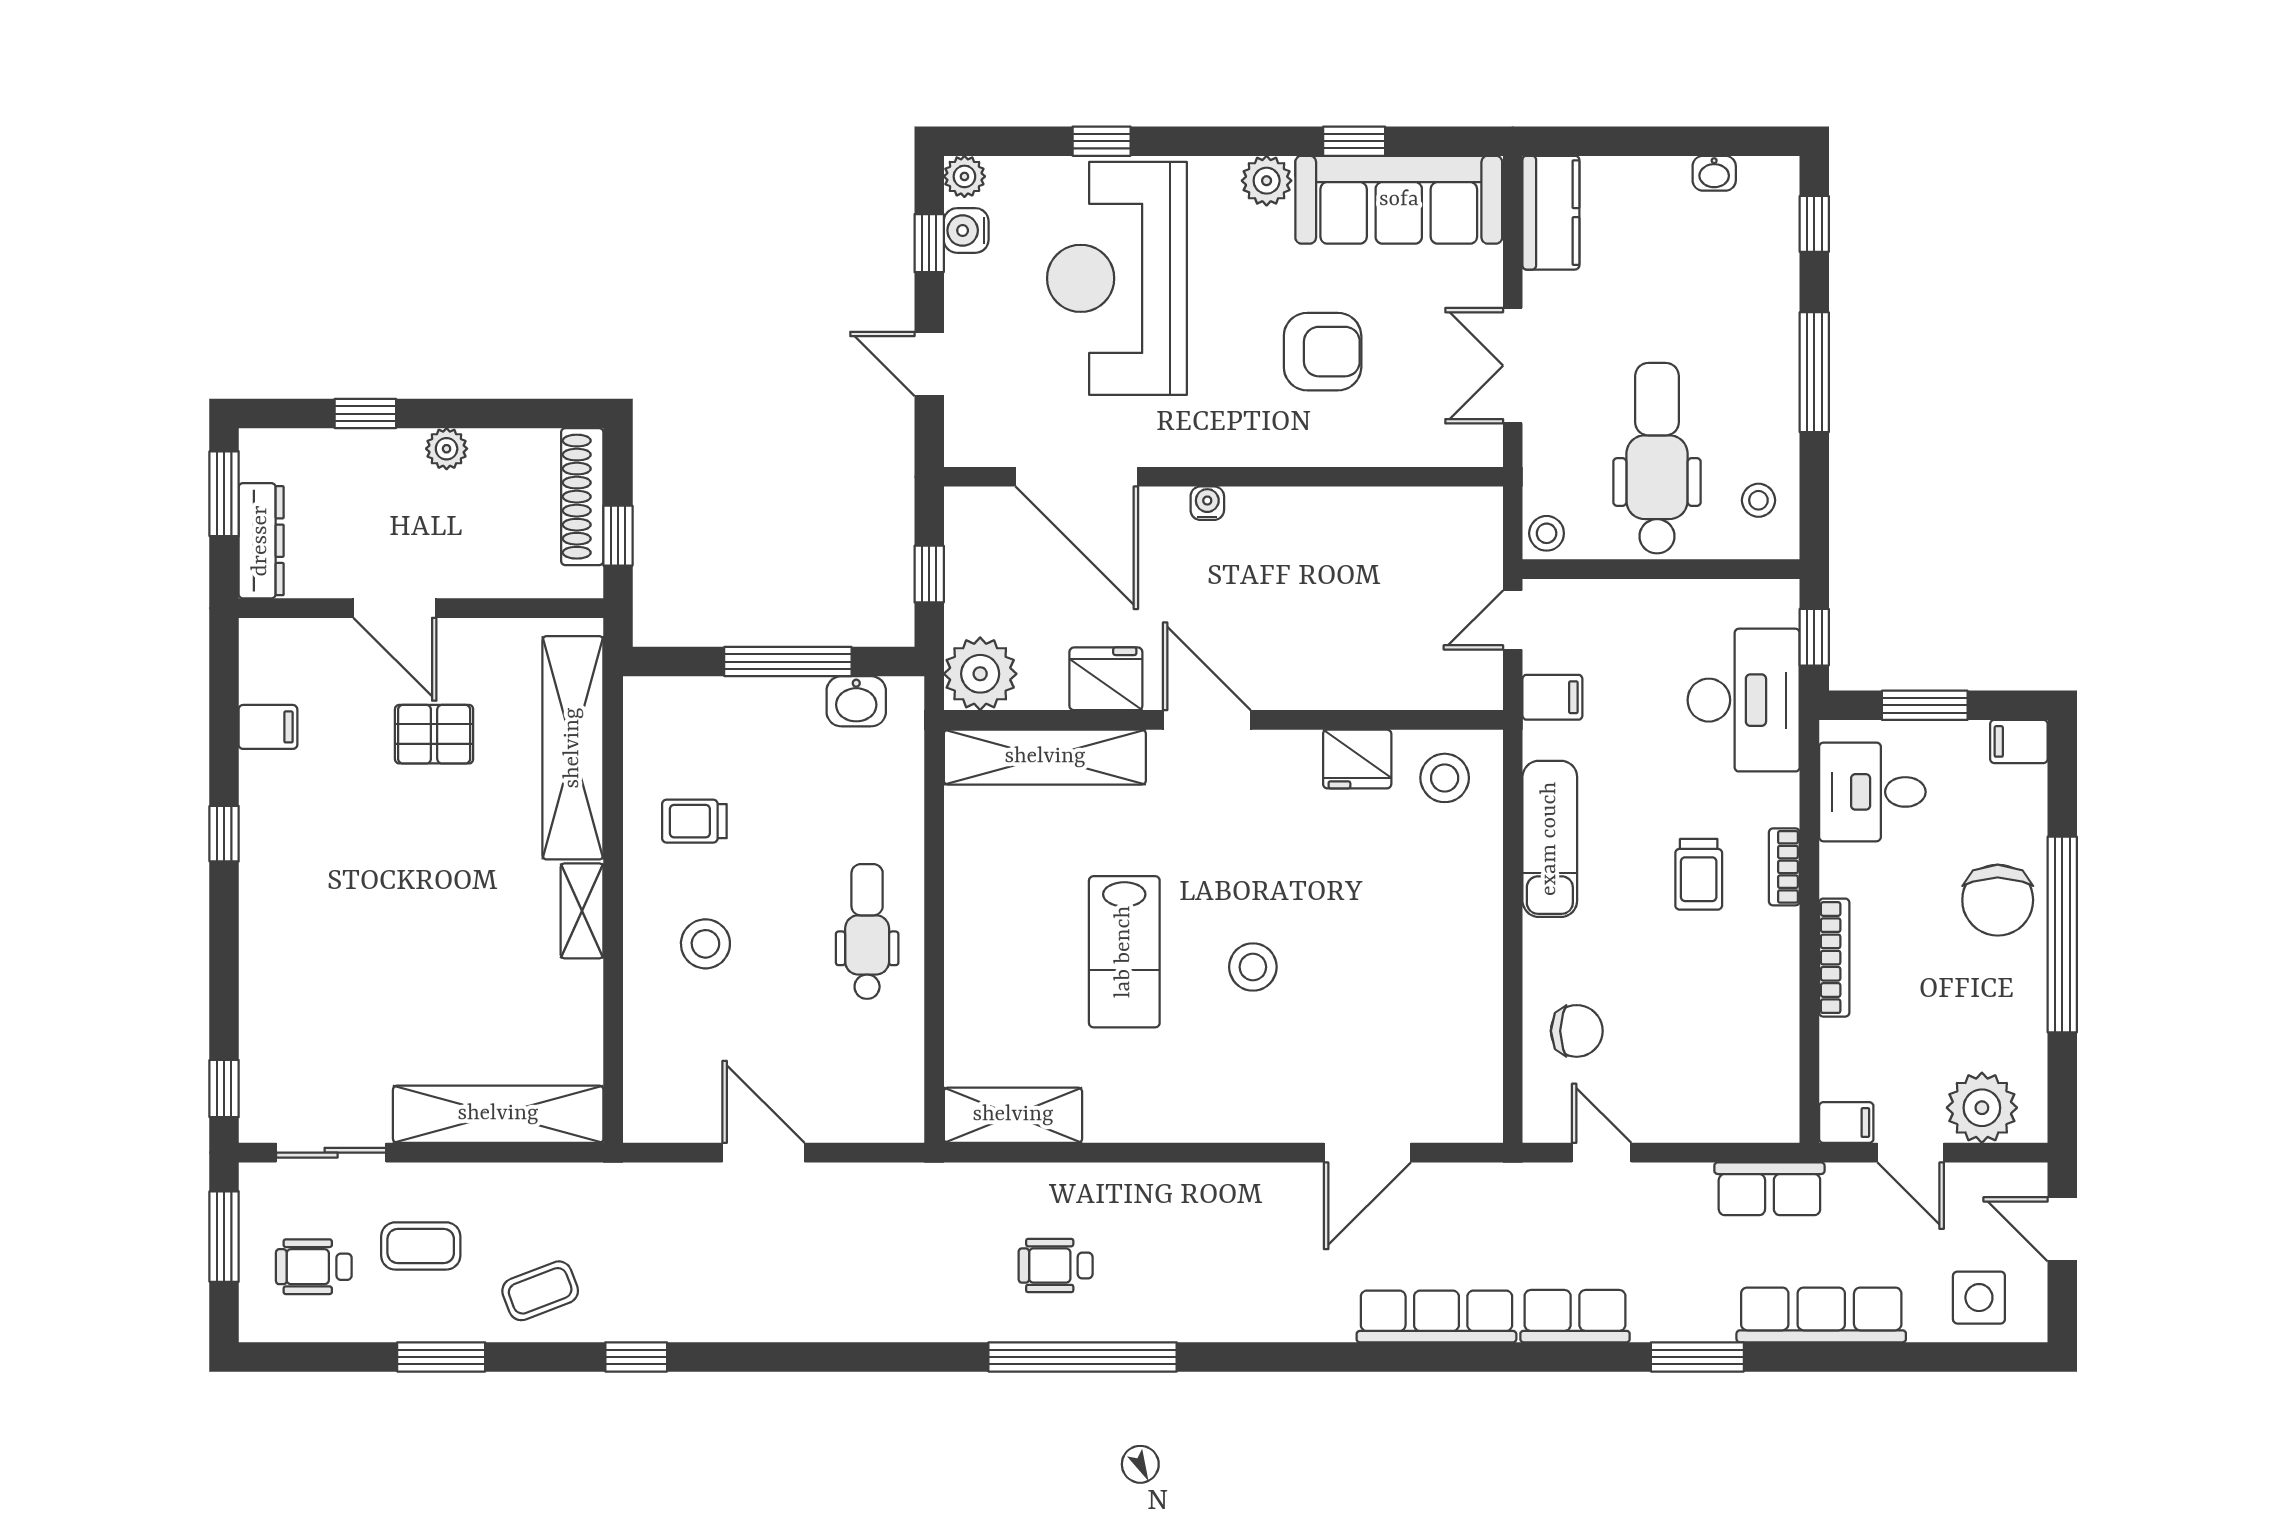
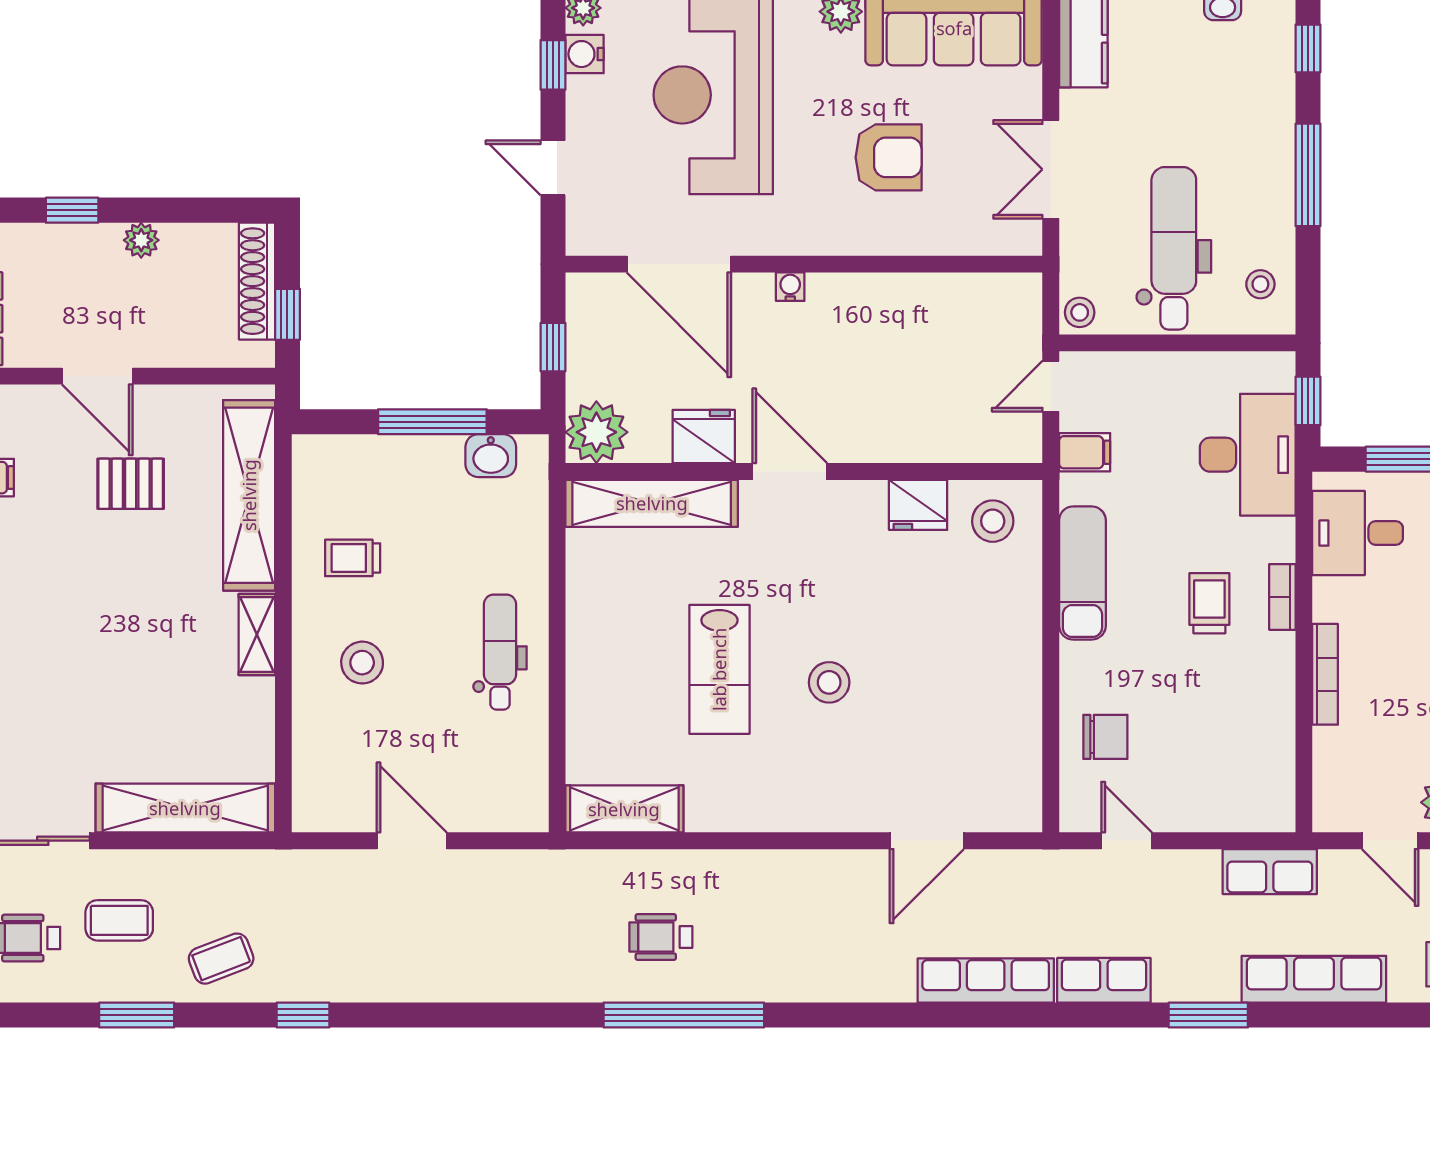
trolley: (1699, 874) -> (1209, 603), turned 180
filing cabinet: (1846, 1123) -> (1335, 815), removed

